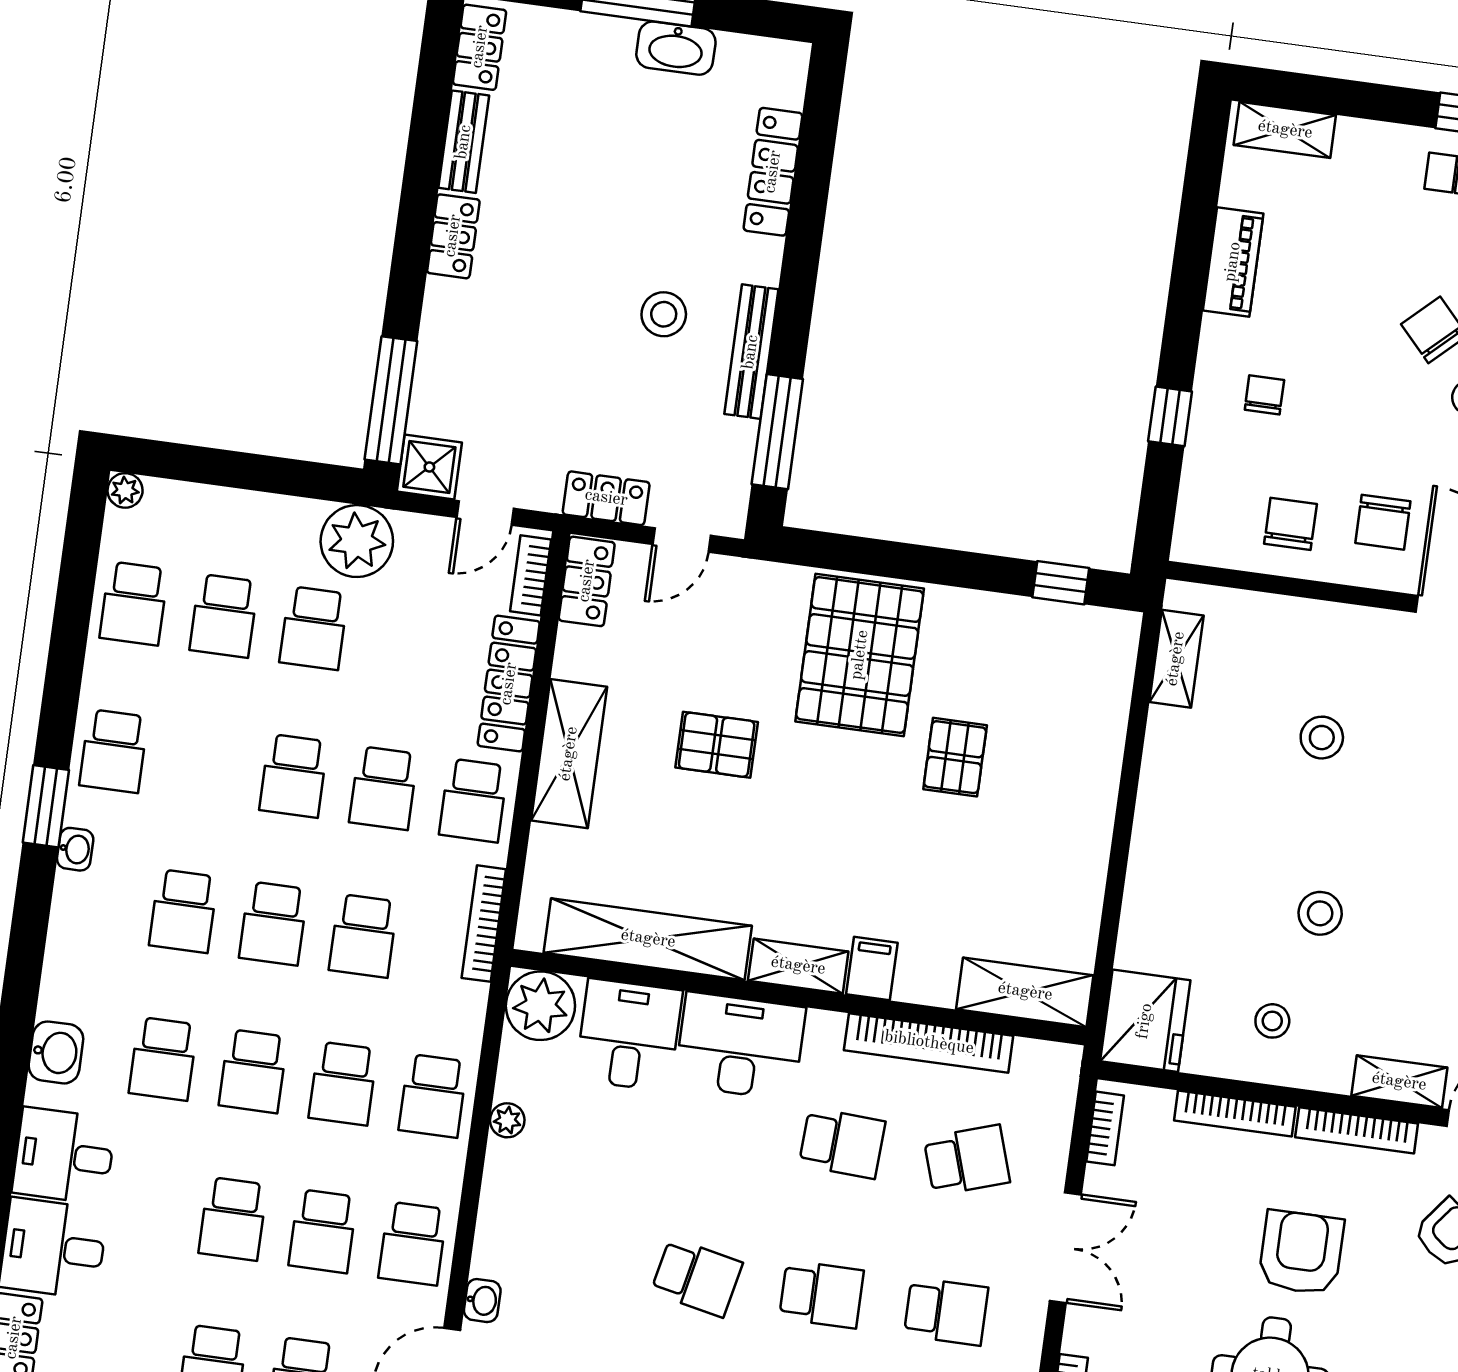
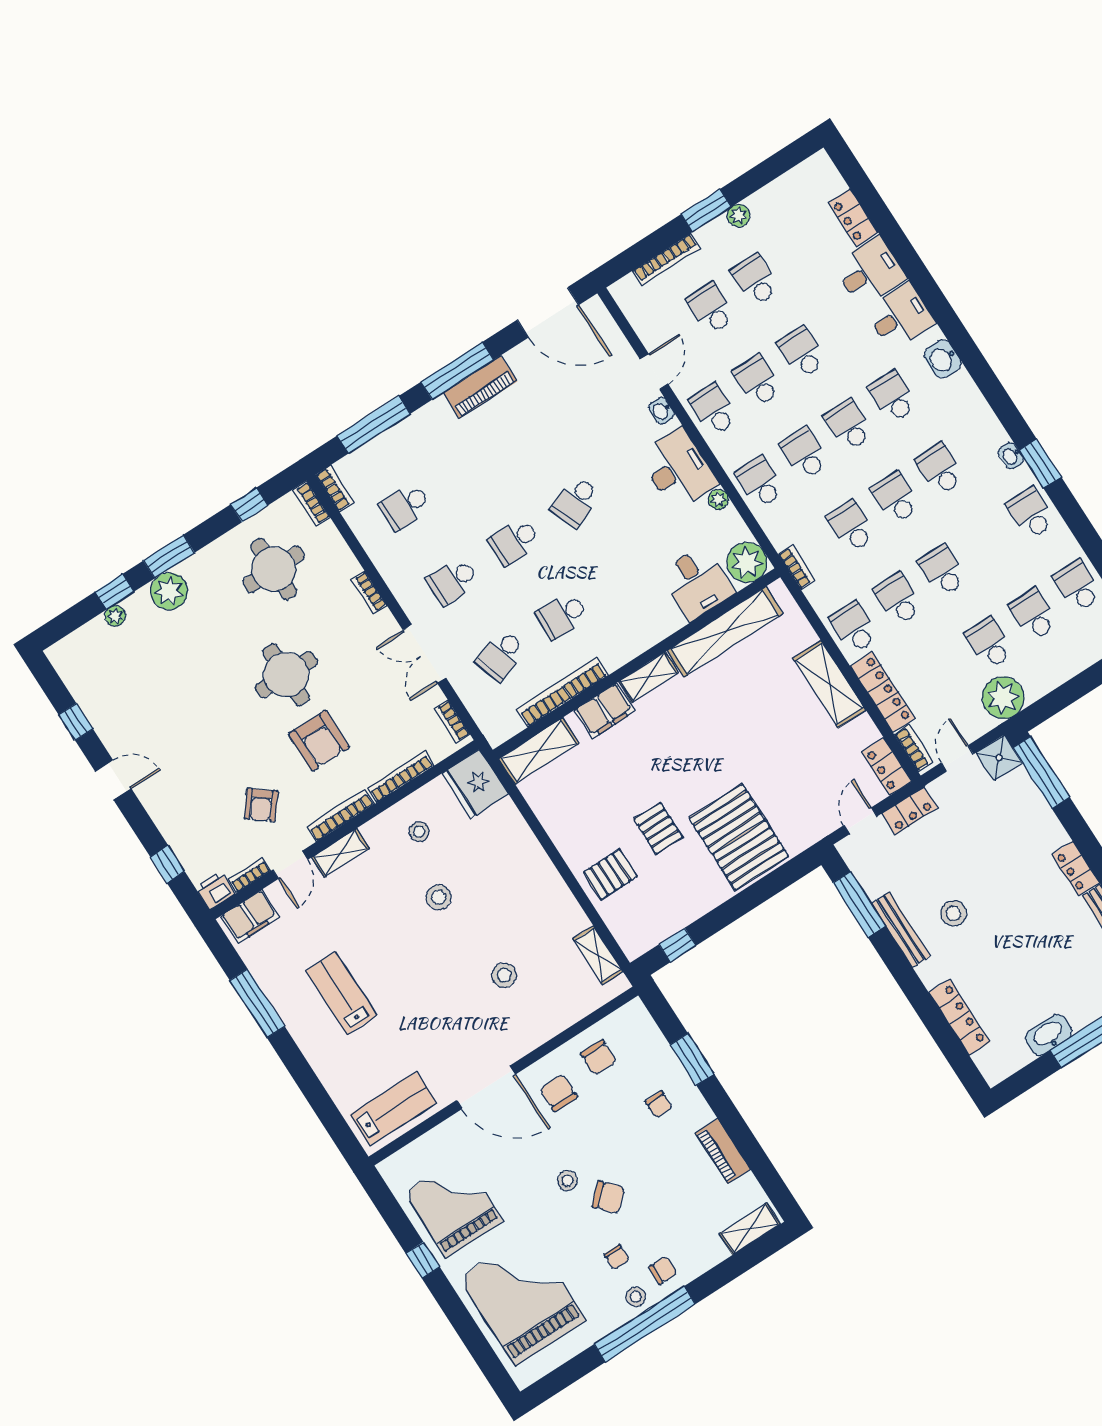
window: (1170, 416) -> (692, 1059), width x1.50
pallet: (717, 745) -> (610, 874), moved
bookcase: (484, 924) -> (796, 567), width x0.64
filing cabinet: (872, 968) -> (604, 711), width x2.00
desk: (740, 1046) -> (678, 469), moved, turned -90
school desk: (697, 1277) -> (576, 502), turned -33

